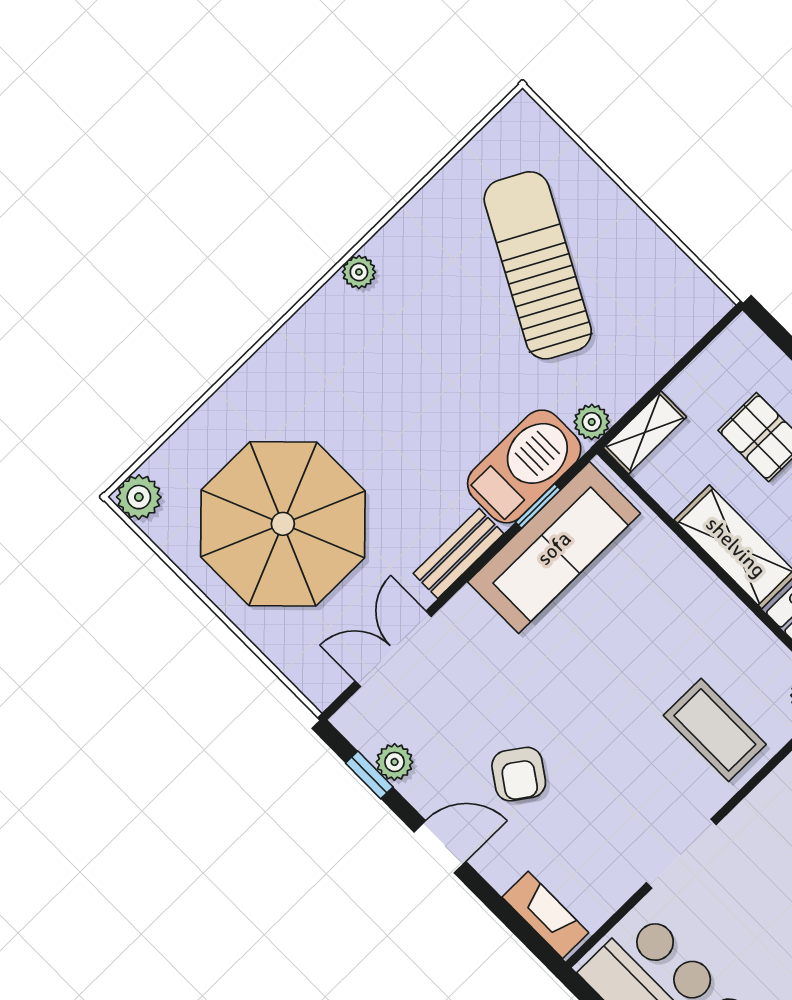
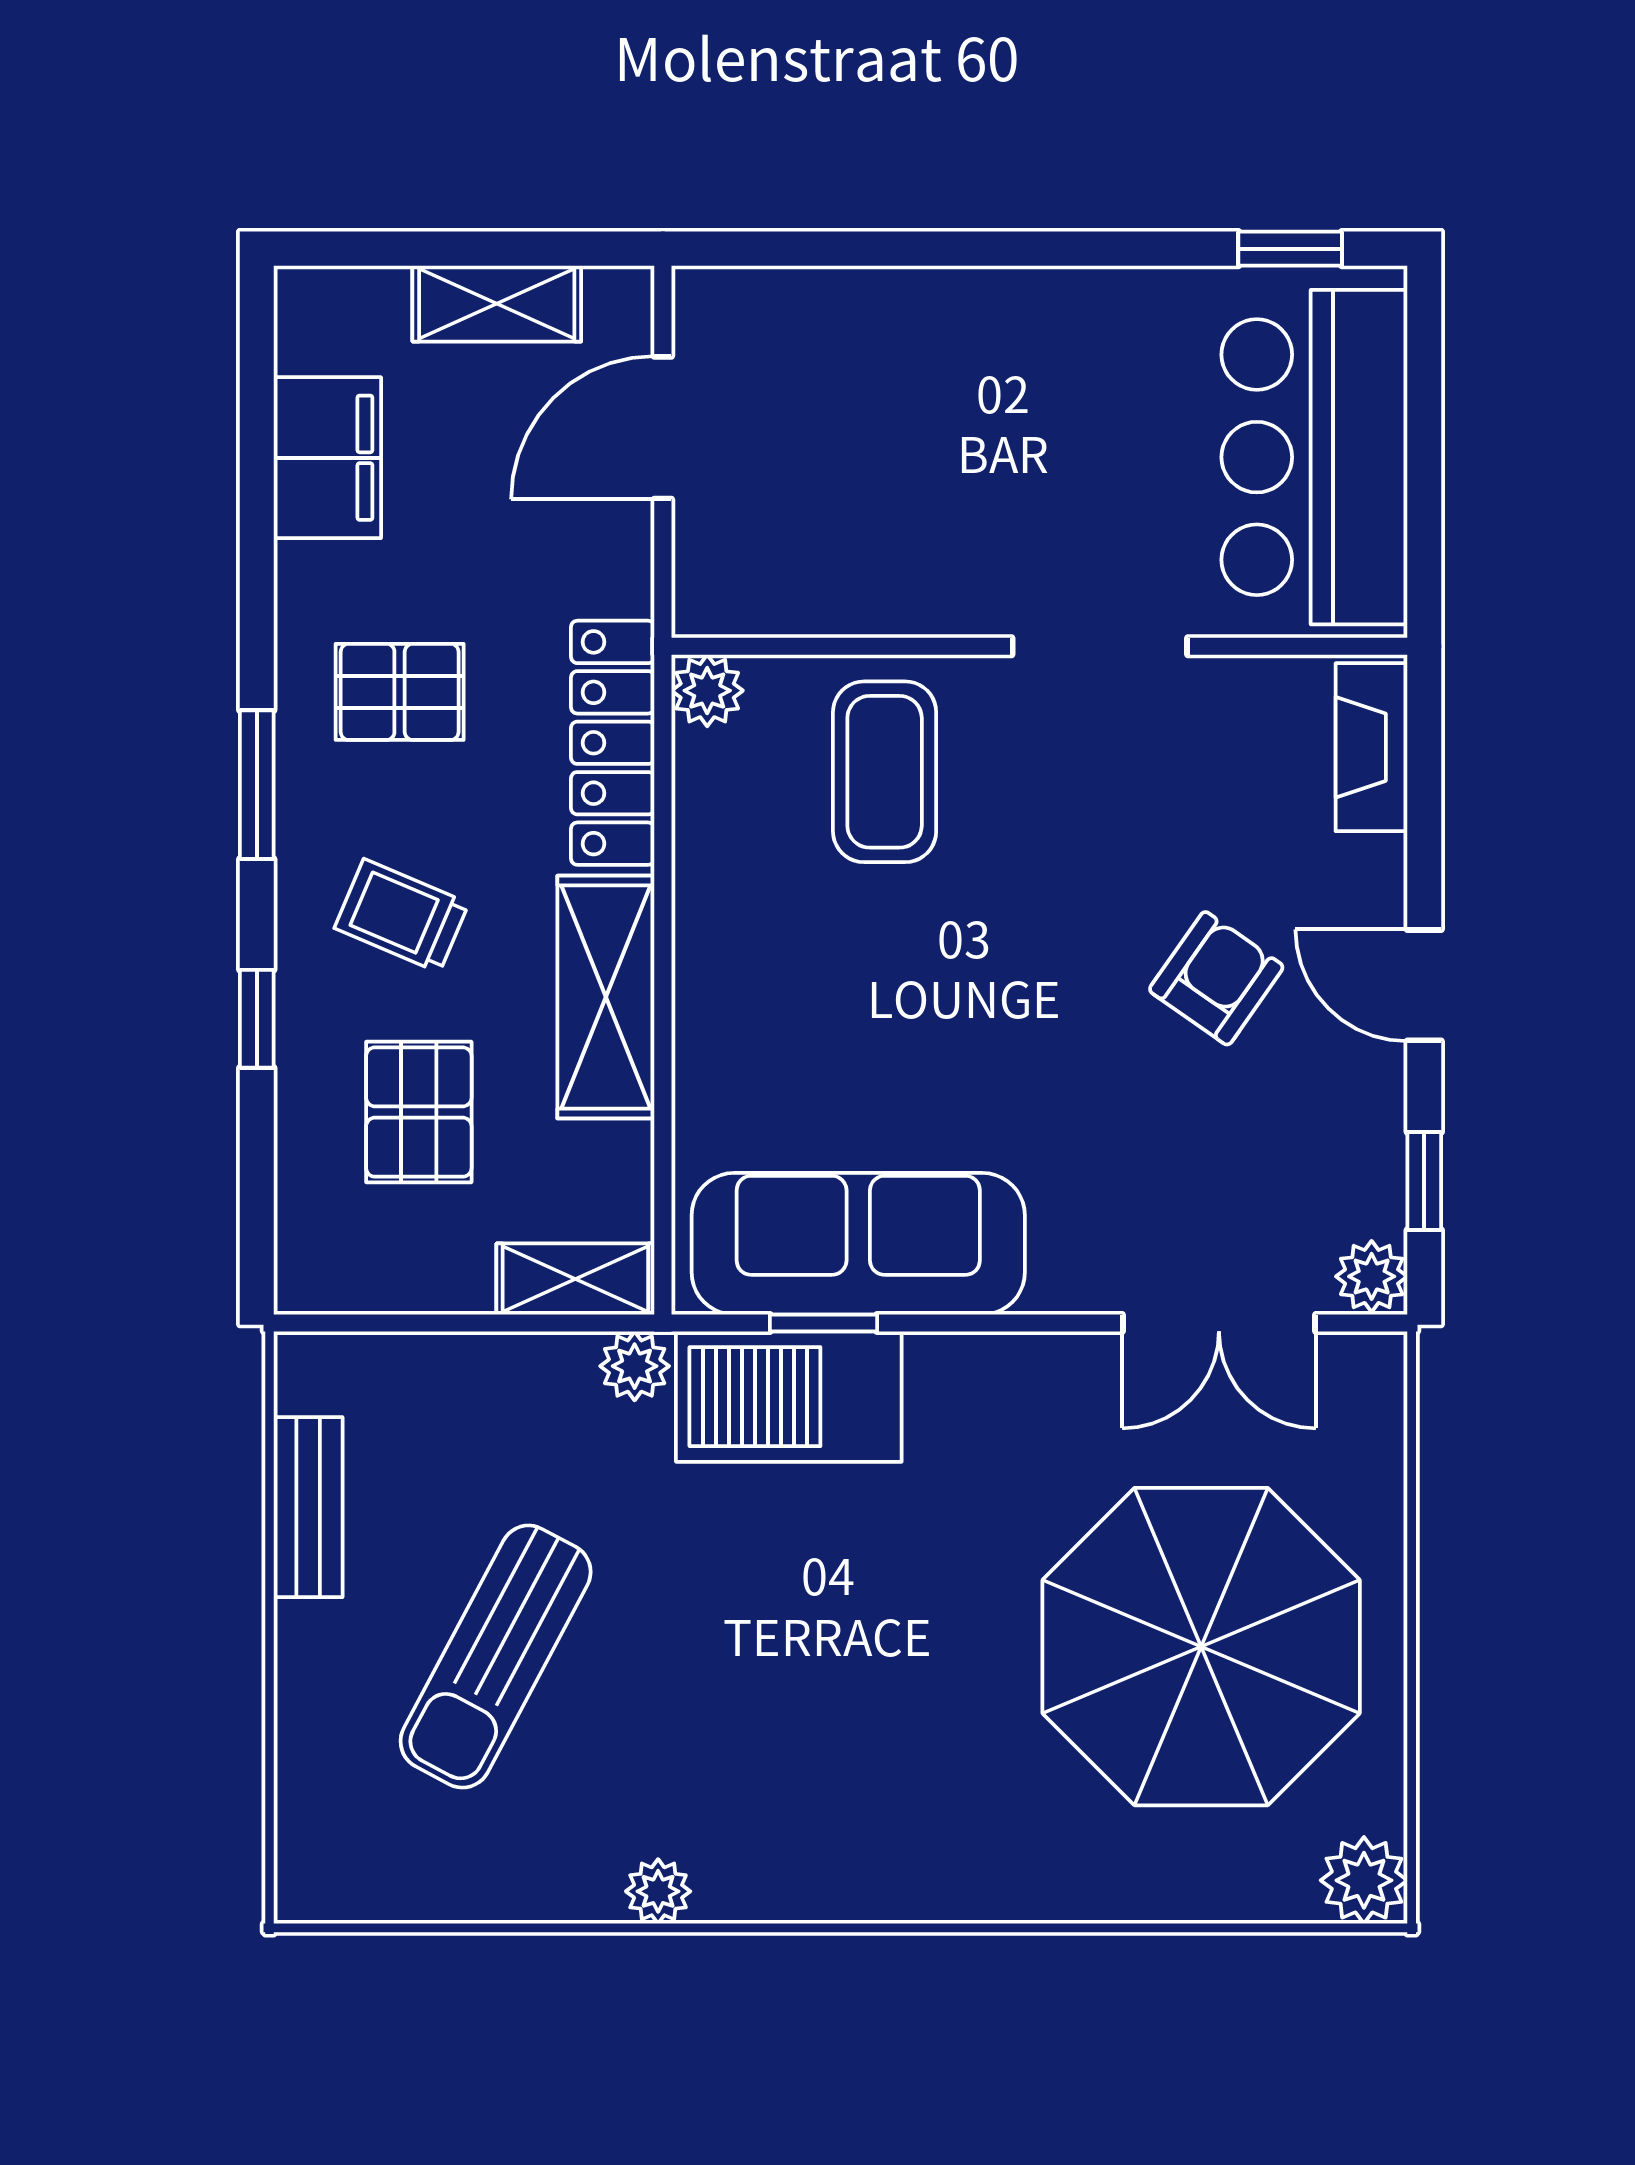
sun lounger: (538, 265) -> (496, 1657), width x0.73, depth x0.75
plant: (359, 272) -> (658, 1891), moved
bench: (458, 553) -> (308, 1507), moved, turned 90
plant: (395, 762) -> (1372, 1276), moved

